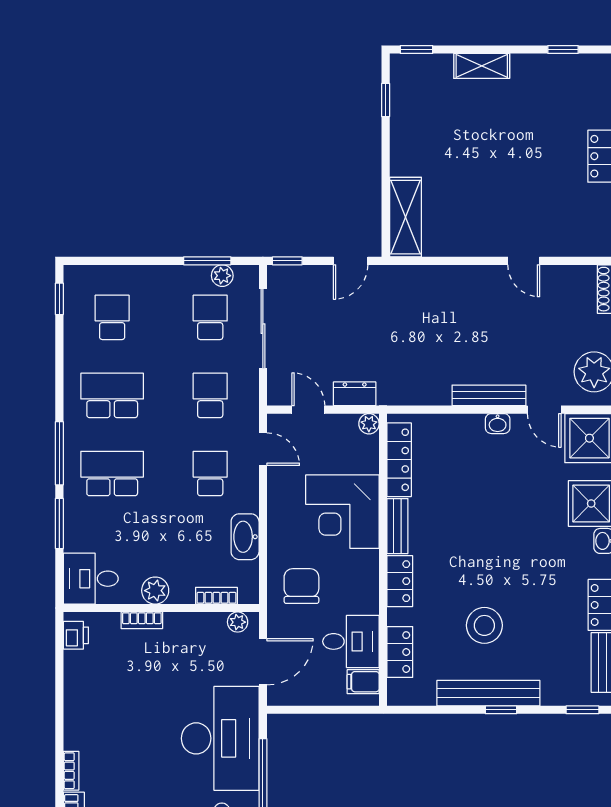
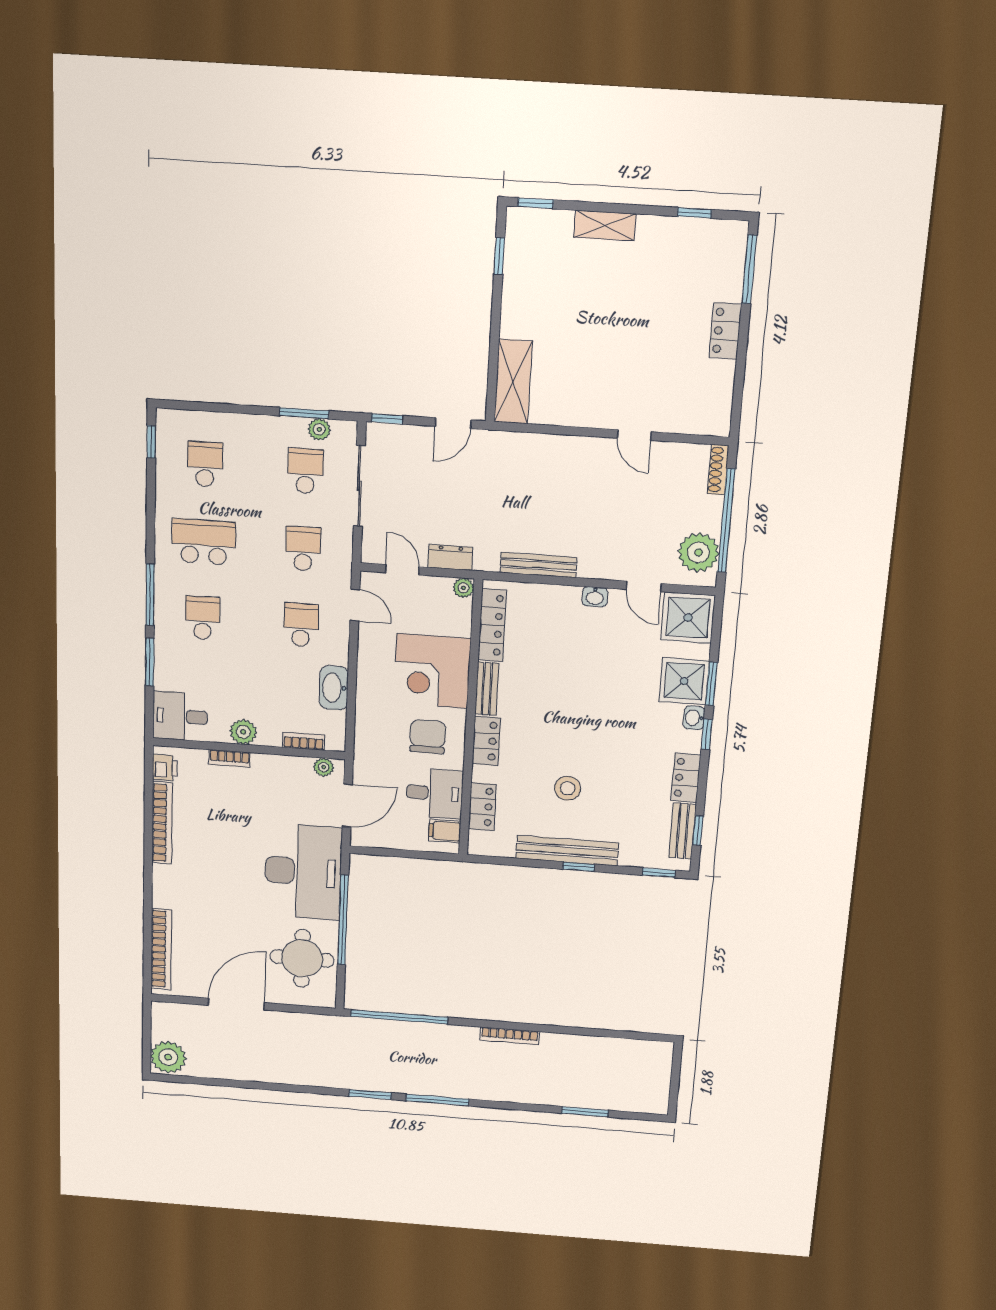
bench: (489, 395) -> (539, 565), moved
school desk: (112, 473) -> (203, 618), width x0.54
chair: (301, 586) -> (428, 737), moved
stool: (484, 625) -> (568, 788), width x0.73, depth x0.73
bookcase: (71, 771) -> (162, 823), moved, width x2.31, depth x1.31

